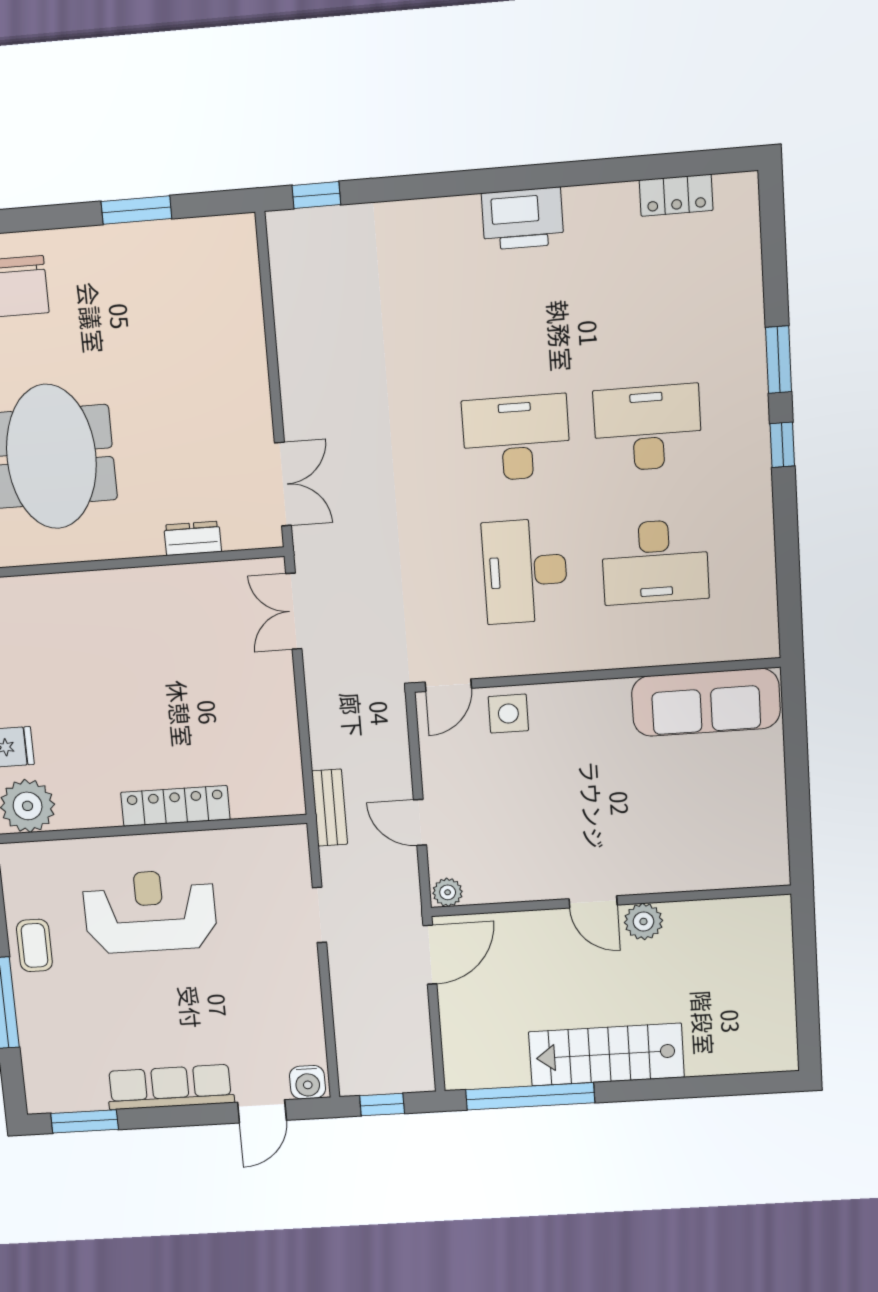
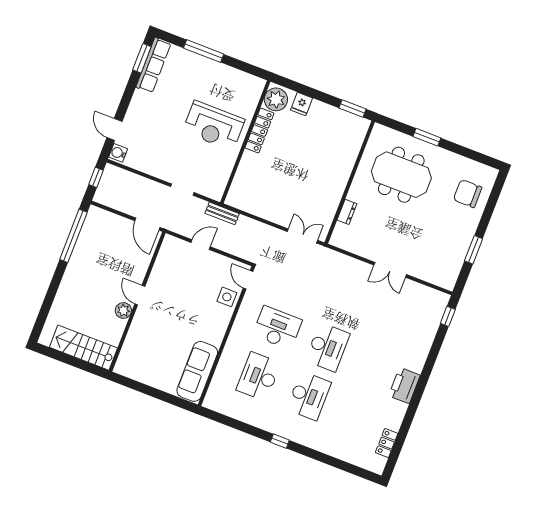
window: (779, 360) -> (311, 453), removed
double door: (283, 484) -> (390, 270), moved
locker: (175, 806) -> (259, 131), moved
plant: (448, 892) -> (169, 242), removed
door: (593, 902) -> (140, 295), hinge flipped
reception desk: (150, 911) -> (214, 126), turned 90
coffee table: (34, 945) -> (221, 74), removed
stairs: (606, 1055) -> (83, 348), moved, turned -90
row of seats: (170, 1087) -> (153, 65), moved

